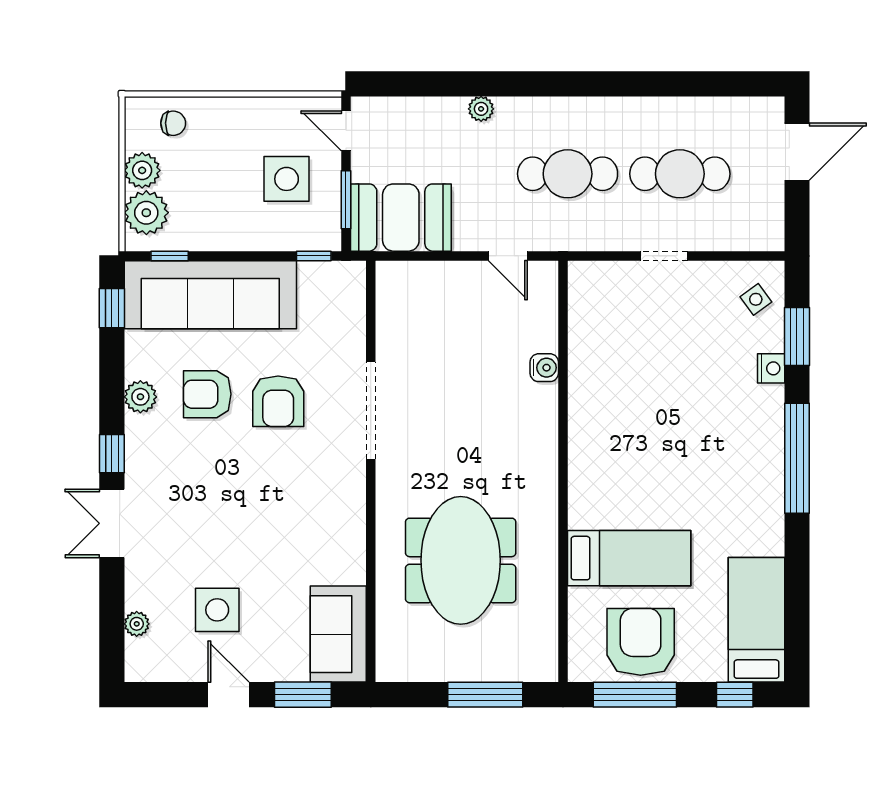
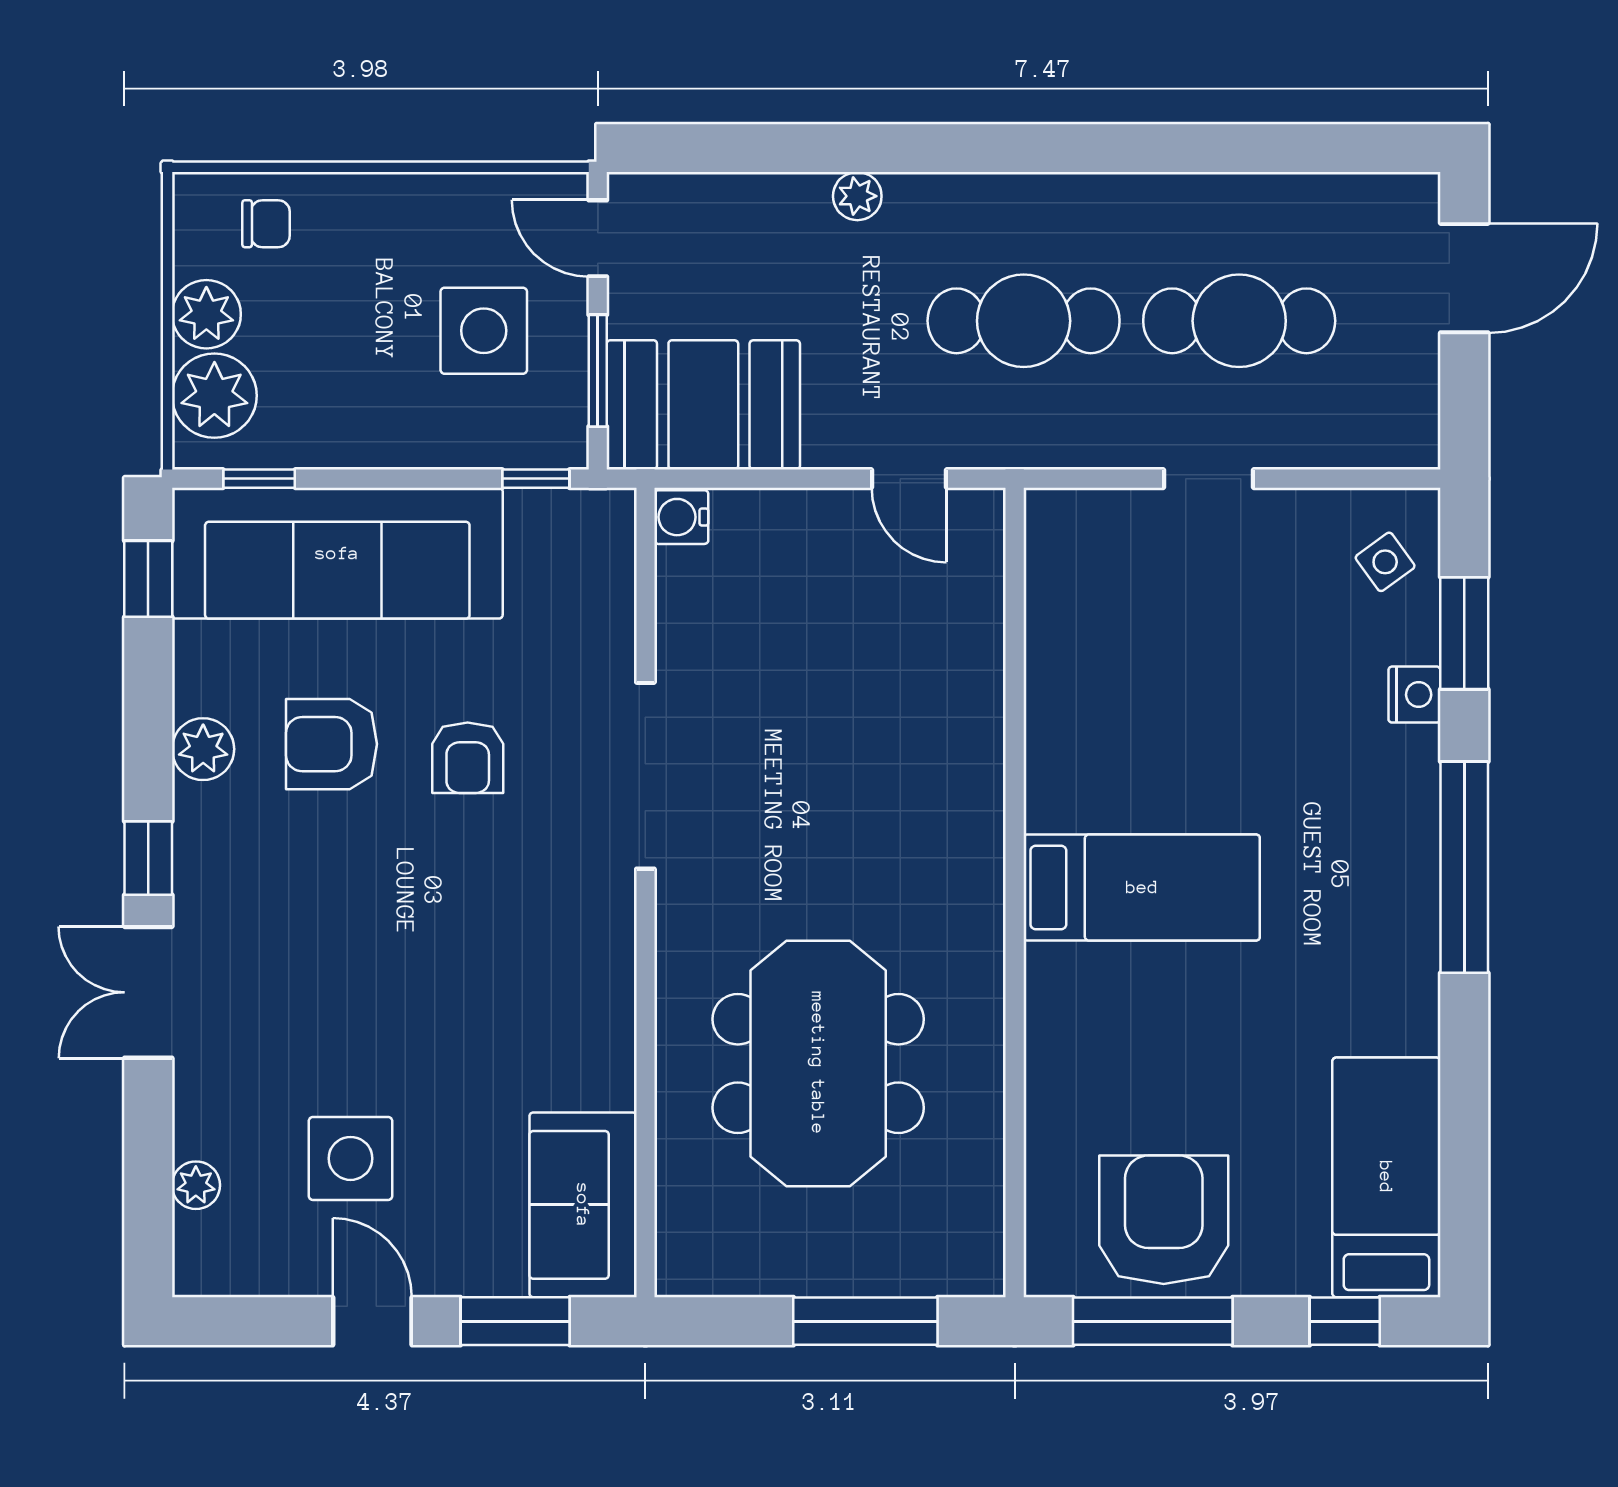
water cooler: (544, 368) -> (681, 517), moved, turned 180
armchair: (278, 401) -> (468, 758), width x0.72, depth x0.72
bed: (629, 558) -> (1142, 887), moved

